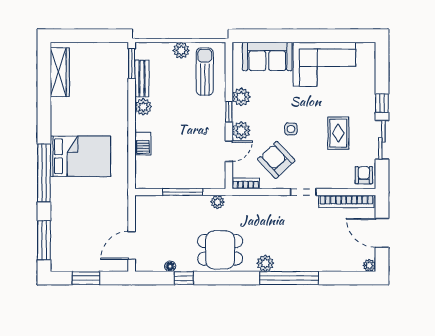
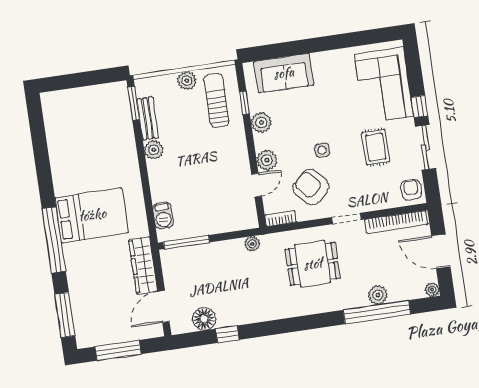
corner sofa: (324, 64) -> (384, 85), moved, turned 90
wardrobe: (60, 72) -> (143, 265), moved, turned 180
window: (229, 112) -> (244, 103), moved
barbecue: (143, 144) -> (163, 215), moved
window: (183, 192) -> (186, 242), moved
dining table: (220, 250) -> (313, 264), moved
plant: (265, 263) -> (378, 295), moved
floor lamp: (170, 266) -> (204, 319), width x1.89, depth x1.89
window: (86, 278) -> (118, 350), width x1.44
window: (289, 278) -> (377, 312), moved

